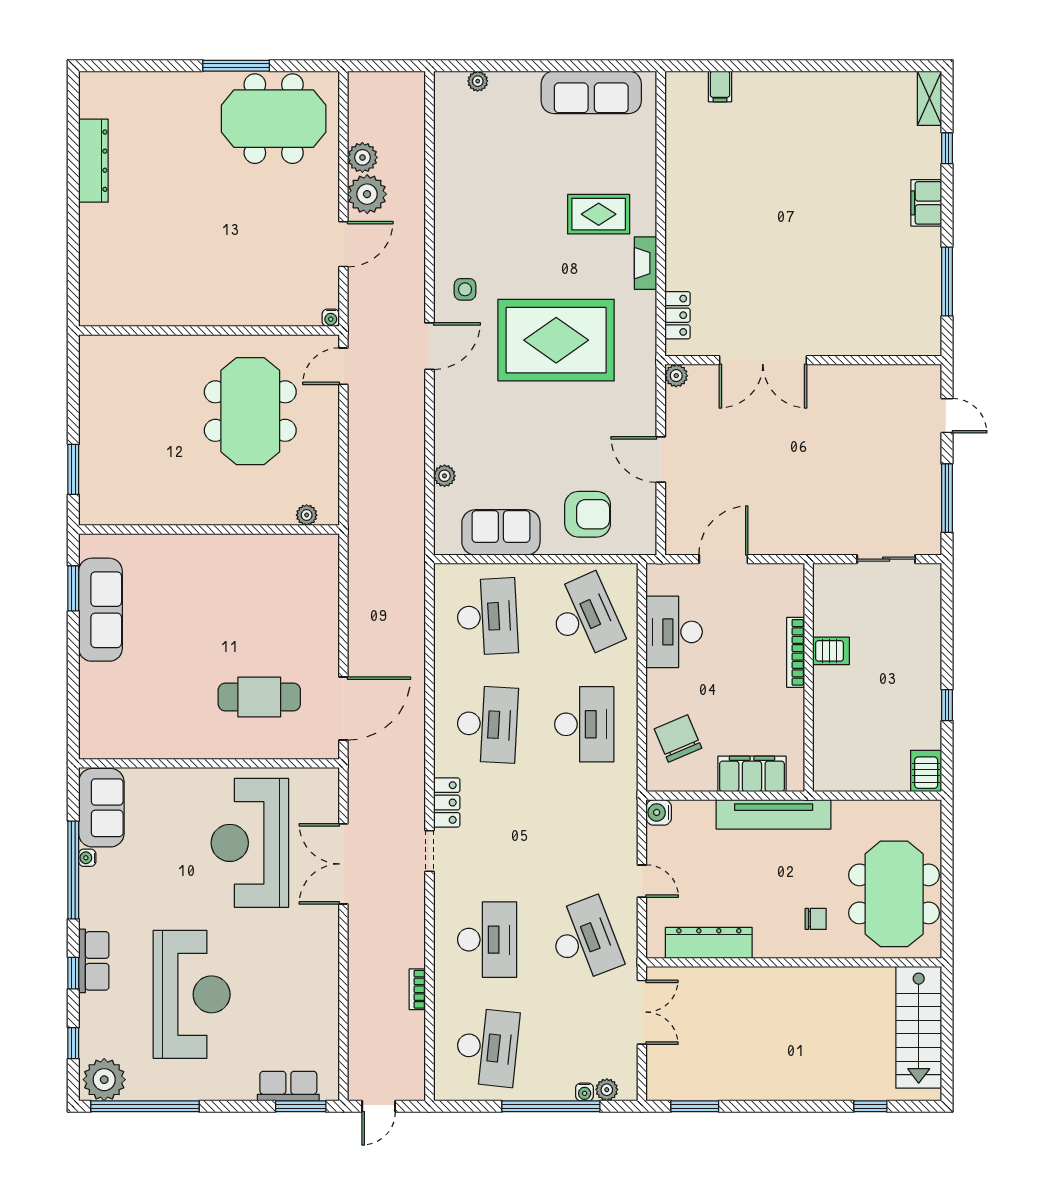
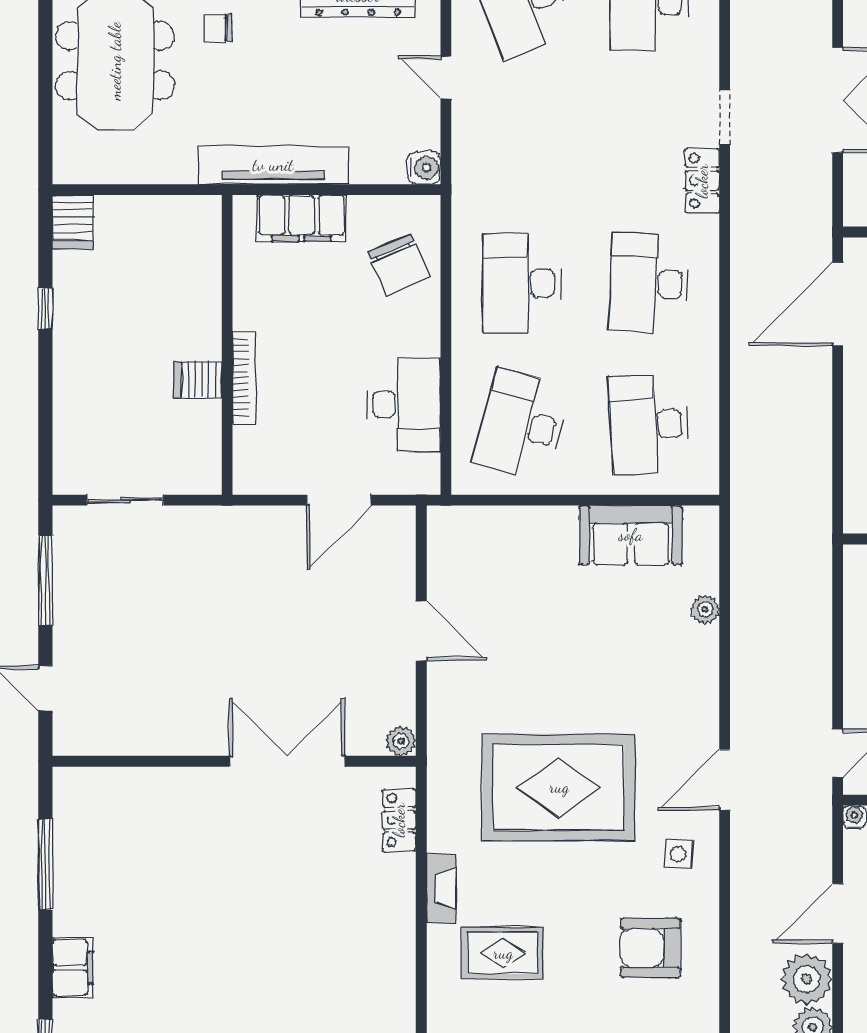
armchair: (588, 514) -> (650, 948), moved
desk: (584, 617) -> (522, 425), turned 39

